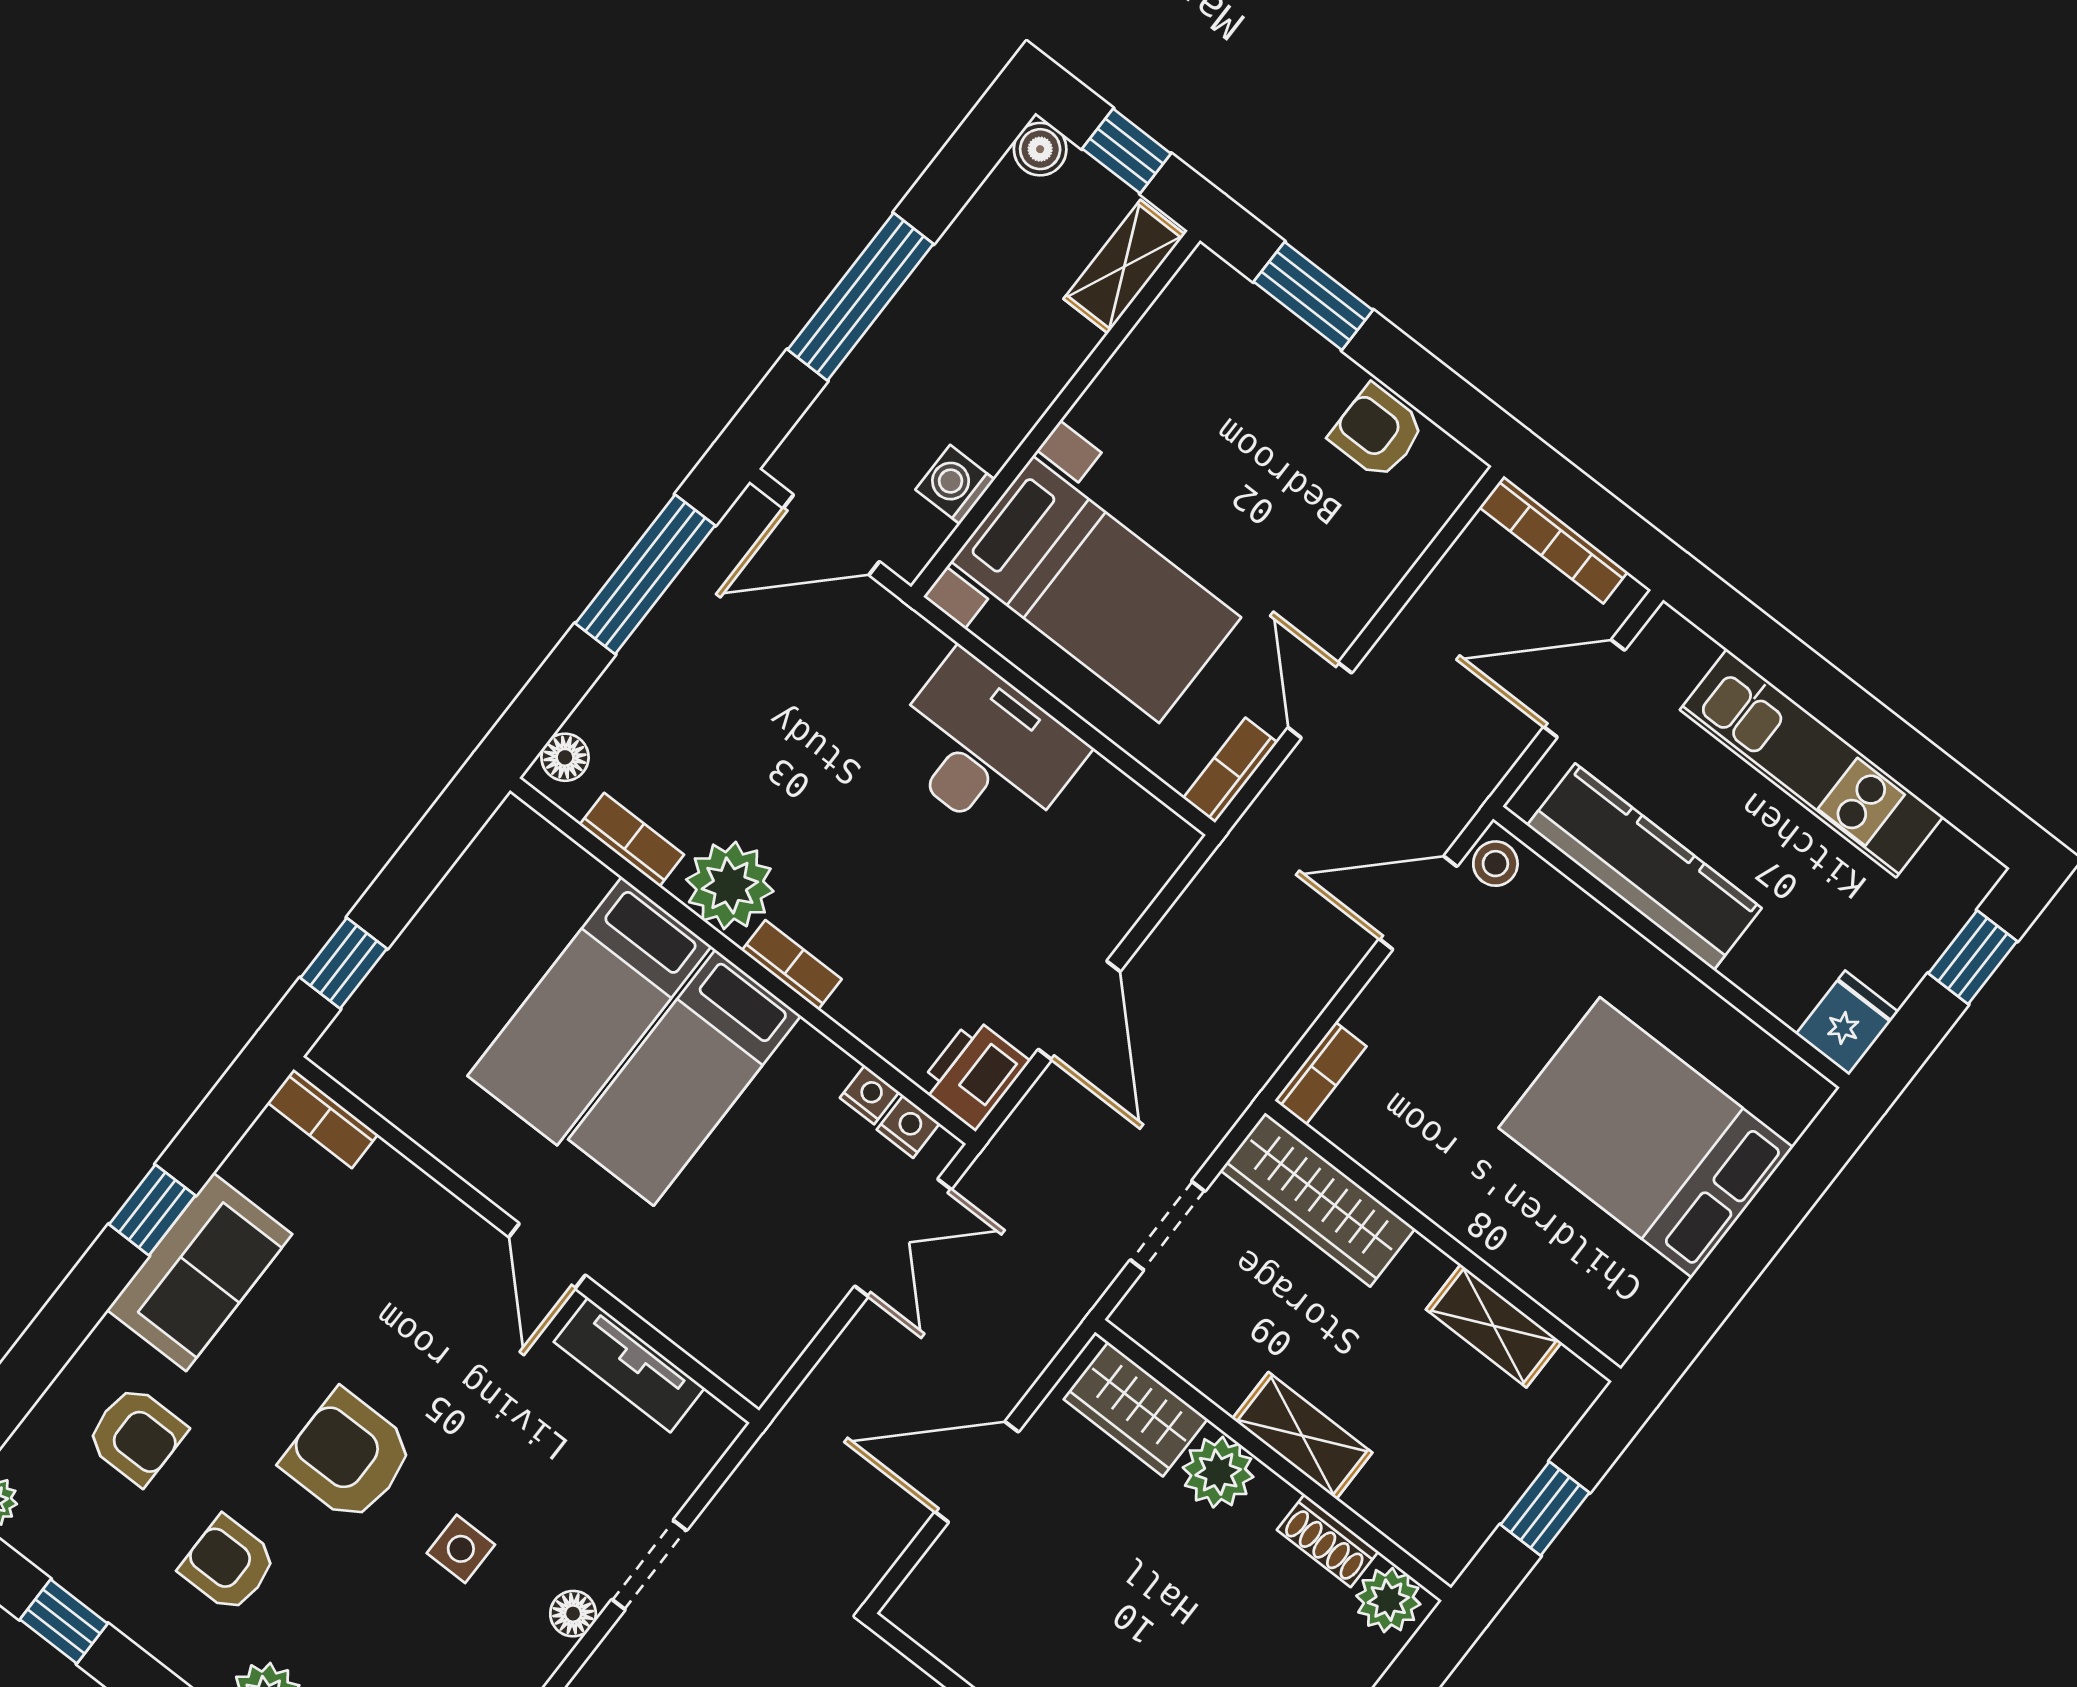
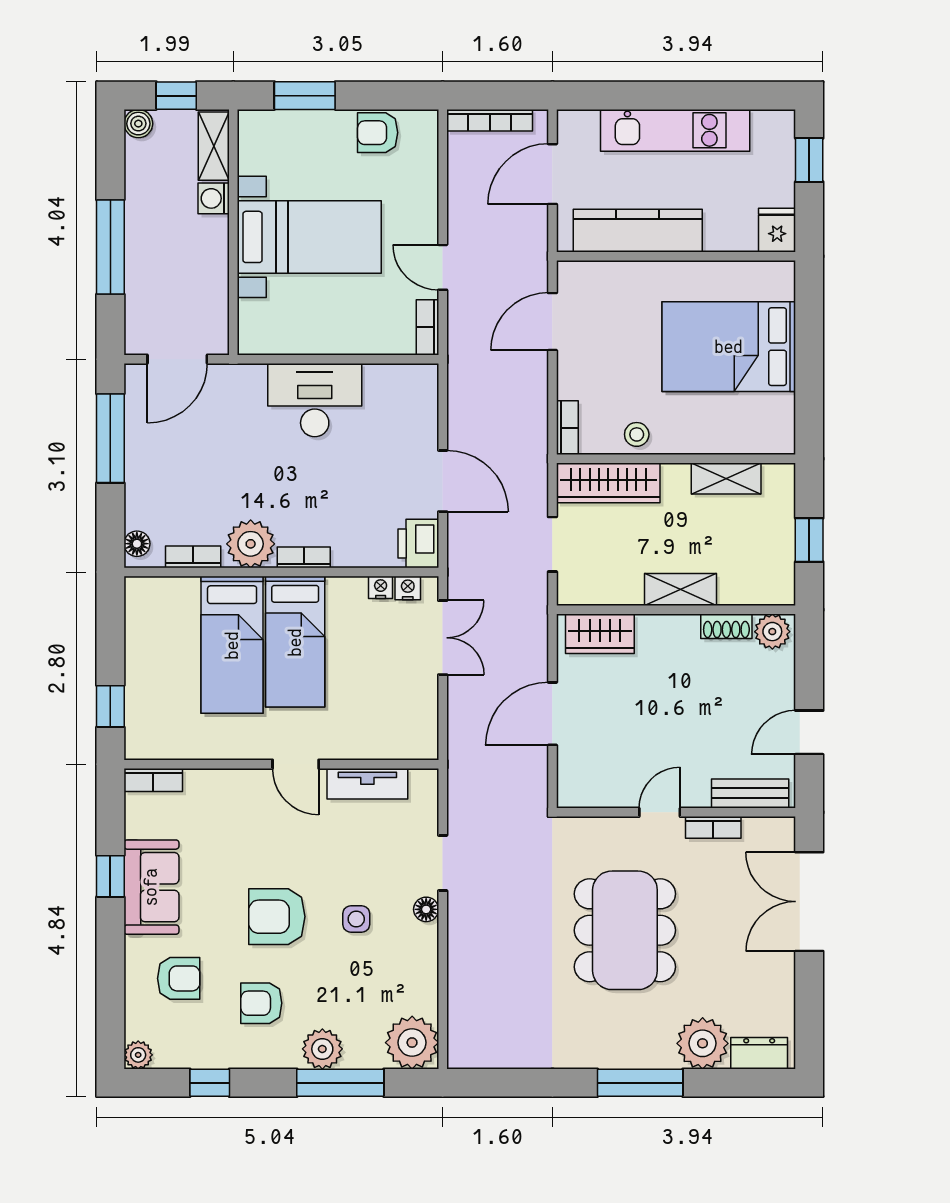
washing machine: (955, 485) -> (214, 198), moved
bed with nightstands: (1096, 589) -> (309, 237), moved
stool: (1495, 864) -> (637, 434), moved
plant: (1218, 1472) -> (656, 633), removed

